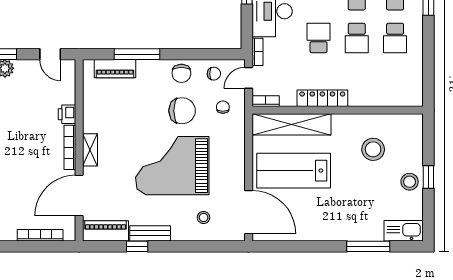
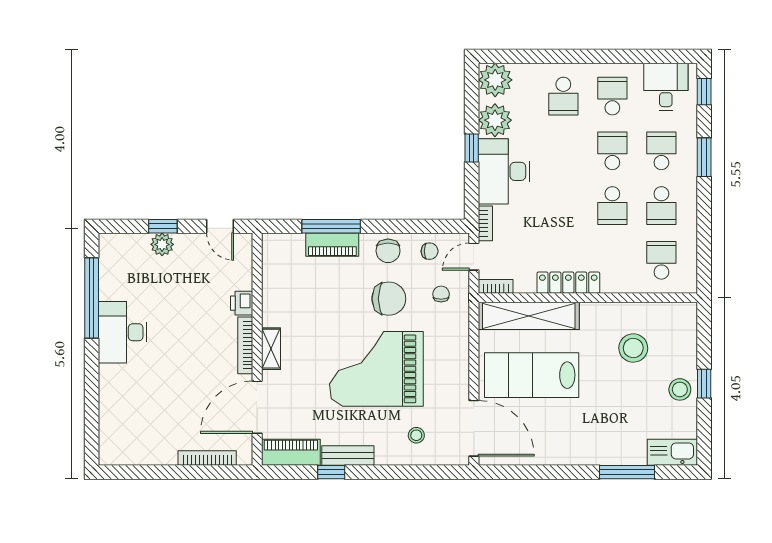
school desk: (318, 38) -> (661, 260), moved
piano: (115, 69) -> (332, 245), moved

